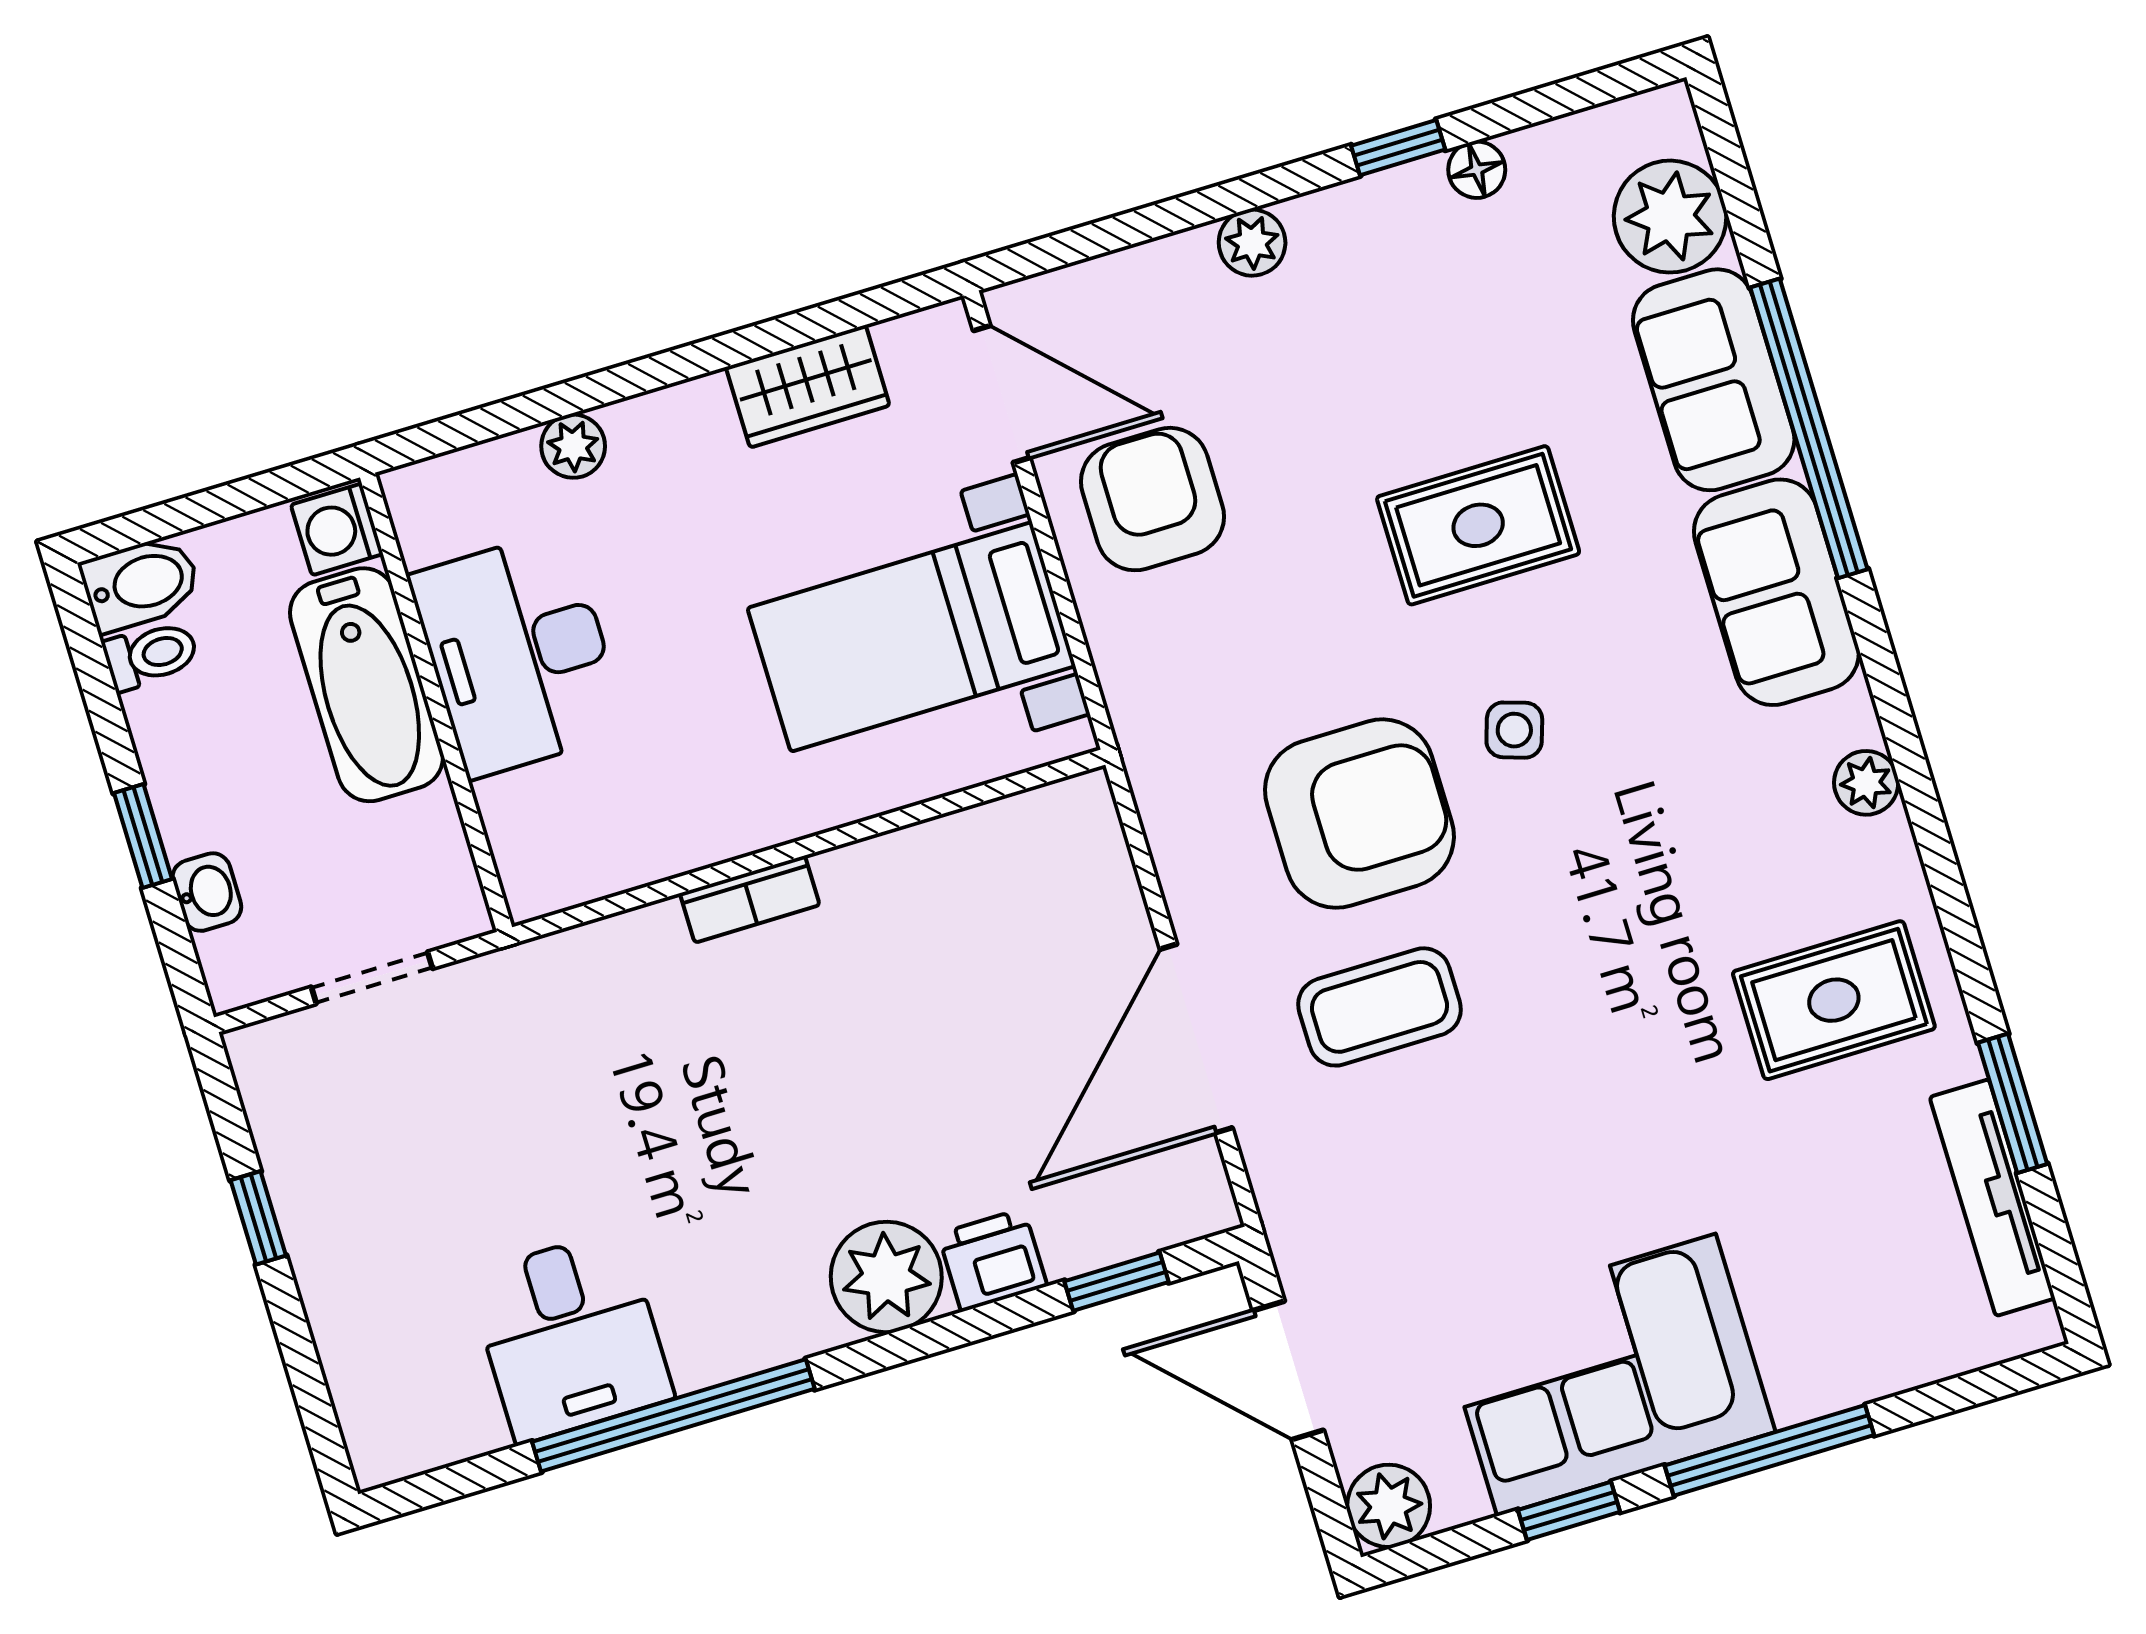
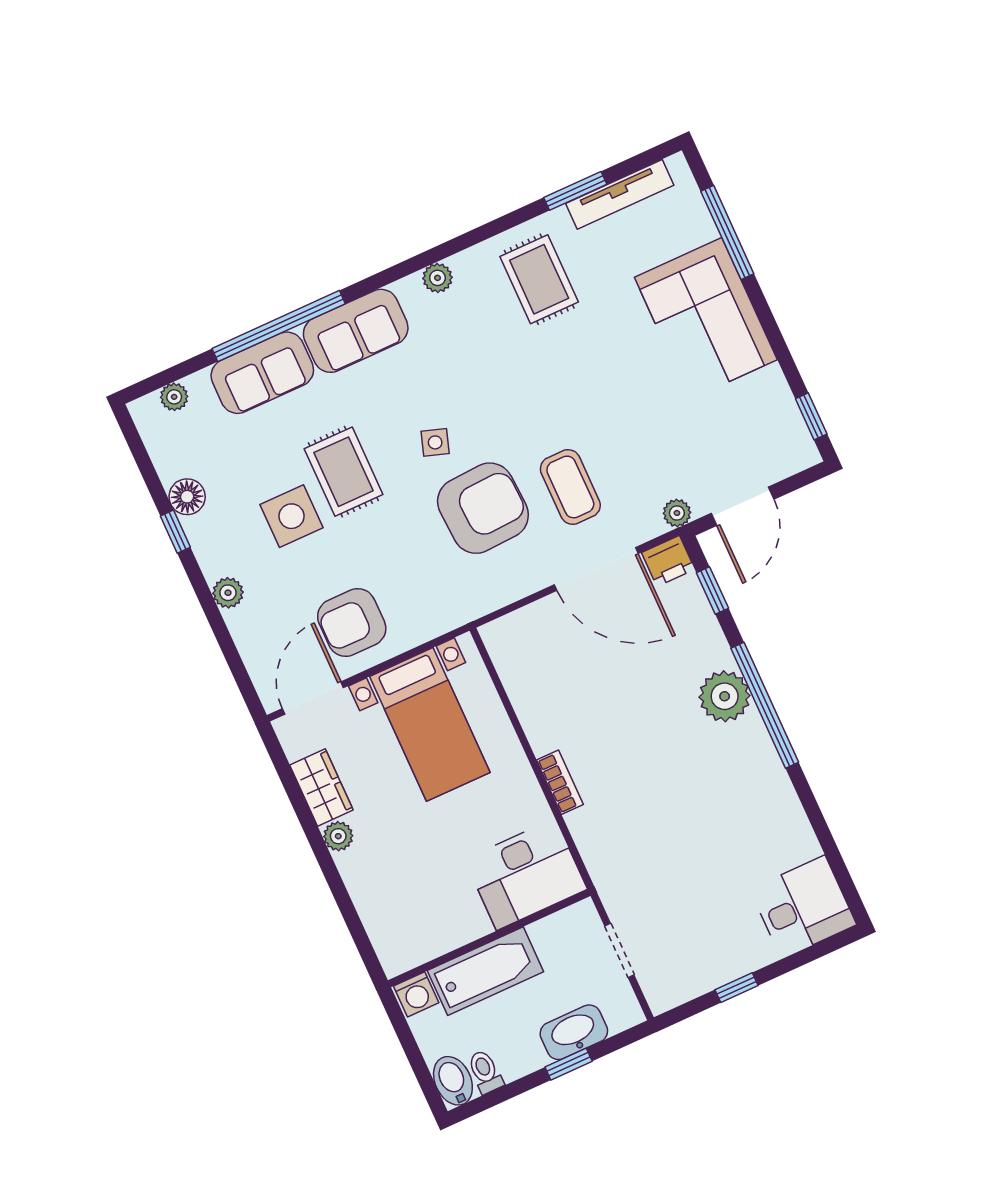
floor lamp: (1477, 170) -> (187, 497), width x1.37, depth x1.37
plant: (1670, 217) -> (174, 397), width x0.53, depth x0.53
side table: (1398, 401) -> (292, 516), added
plant: (573, 446) -> (338, 836), moved
desk: (518, 654) -> (526, 874), moved
armchair: (1359, 814) -> (483, 508), turned 87
washbasin: (207, 892) -> (574, 1032), width x1.91, depth x1.45
printer: (993, 1260) -> (668, 561), moved, turned -90
desk: (570, 1336) -> (803, 907), moved
corner sofa: (1607, 1375) -> (706, 318), moved
window: (673, 1415) -> (765, 705), moved
window: (1769, 1450) -> (727, 232), moved
plant: (1389, 1506) -> (677, 513), moved, width x0.73, depth x0.73
window: (1569, 1511) -> (811, 416), moved

